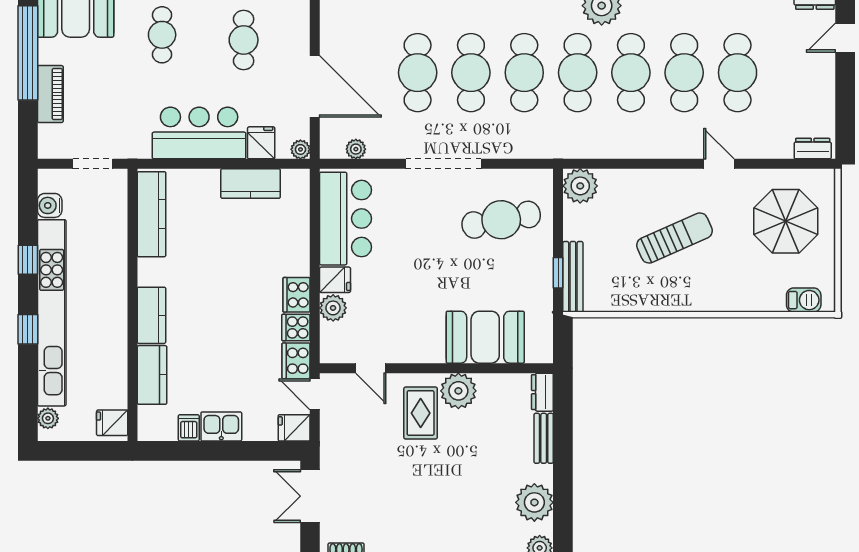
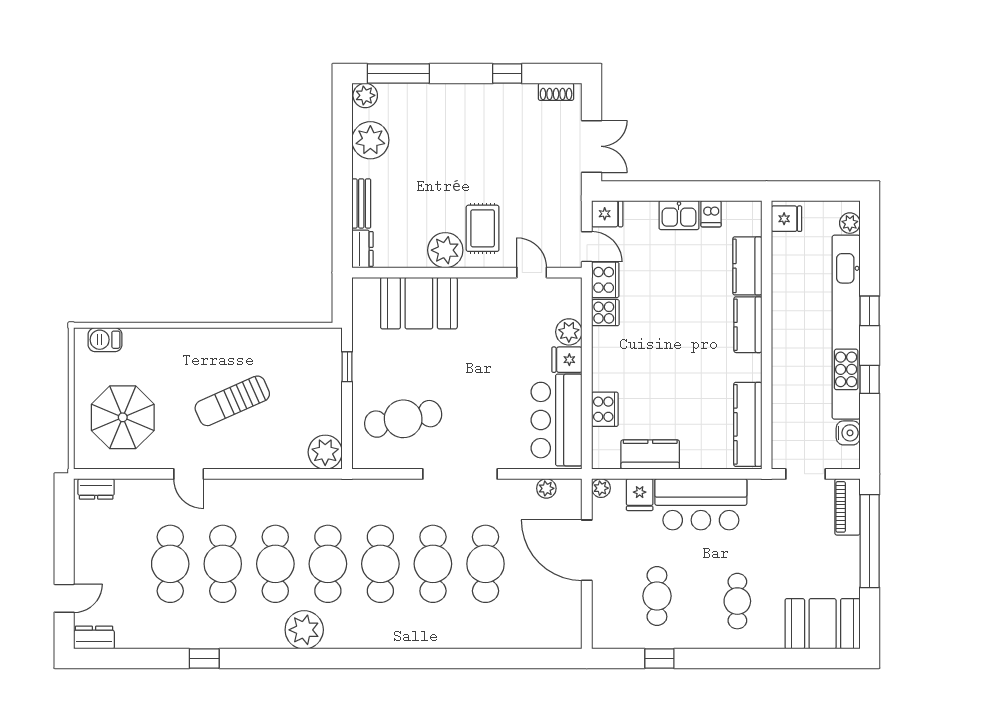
window: (28, 53) -> (870, 541), moved
piano: (50, 94) -> (847, 507), moved
bench: (573, 277) -> (332, 363), removed
cooker: (296, 295) -> (605, 409), moved

